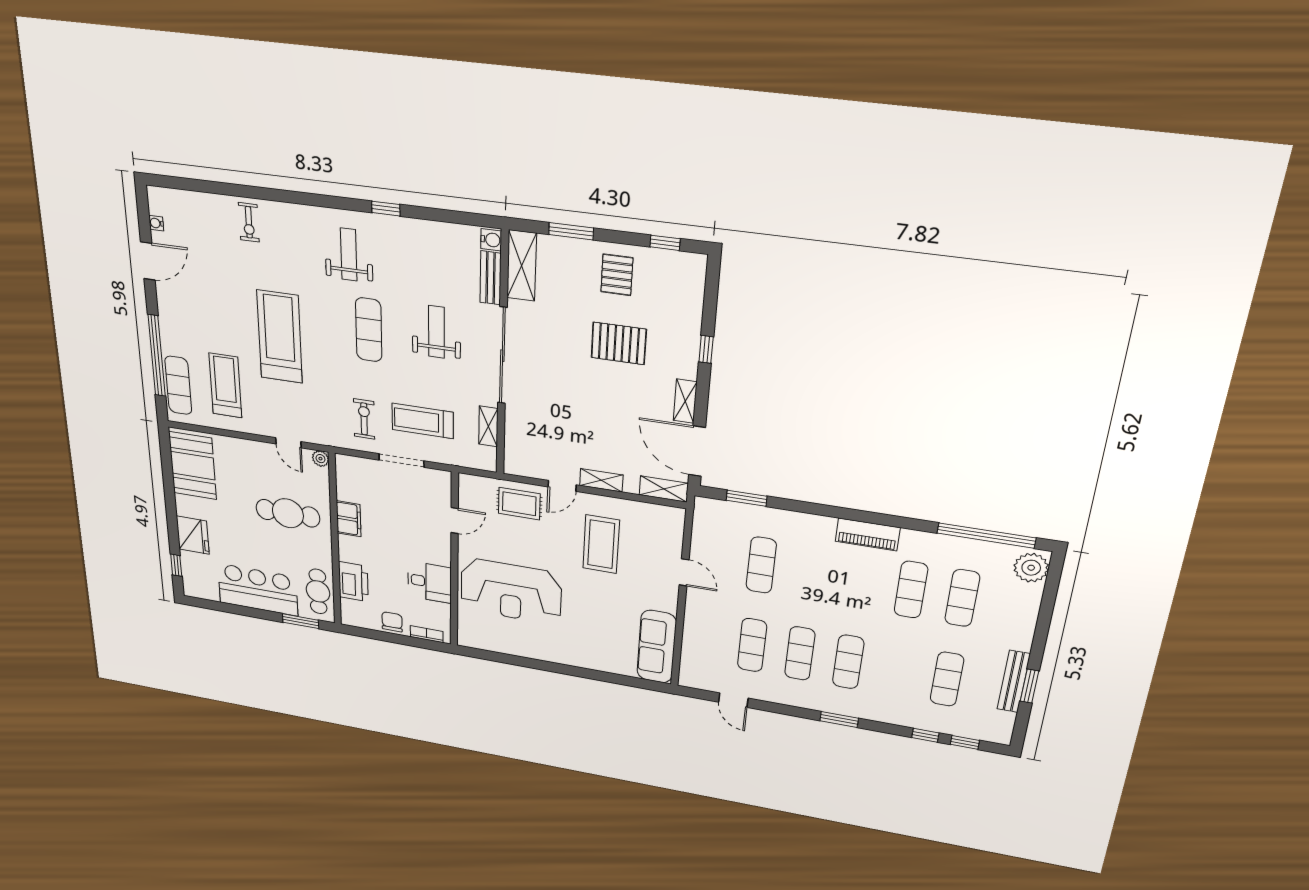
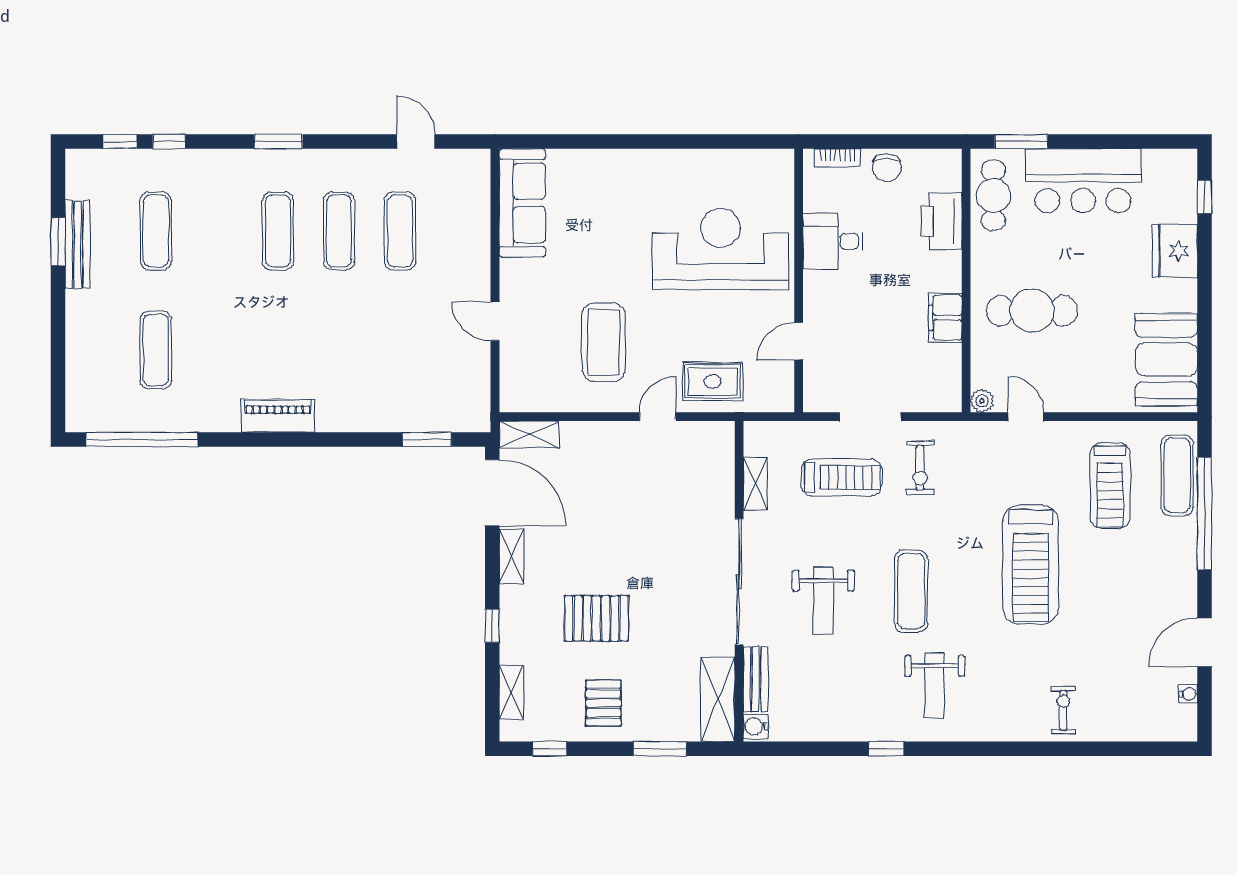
shelving: (601, 480) -> (511, 692), moved, turned 90
exercise mat: (761, 565) -> (400, 350), removed
plant: (1031, 568) -> (85, 406), removed
exercise mat: (911, 590) -> (217, 350), removed

